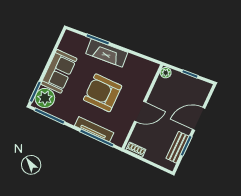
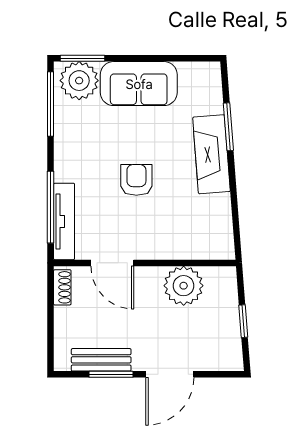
plant: (166, 73) -> (184, 286), moved, width x1.88, depth x1.88
armchair: (103, 93) -> (136, 180), width x0.53, depth x0.53
door: (140, 112) -> (112, 263), moved
door: (199, 119) -> (170, 374), swing flipped
tv unit: (94, 129) -> (64, 221), moved

